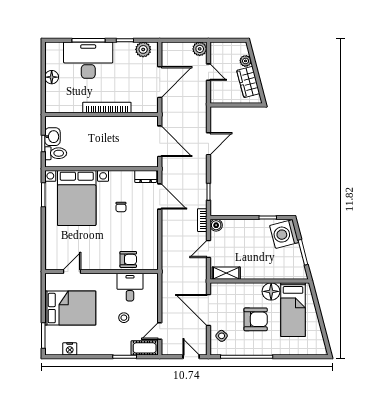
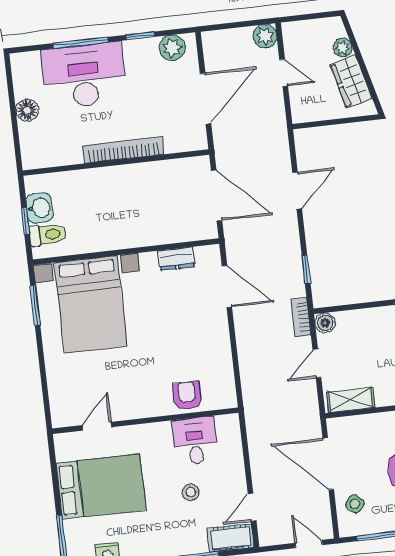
dresser: (146, 176) -> (176, 259), moved
chair: (121, 207) -> (165, 311), removed
armchair: (128, 259) -> (187, 396), turned -90

